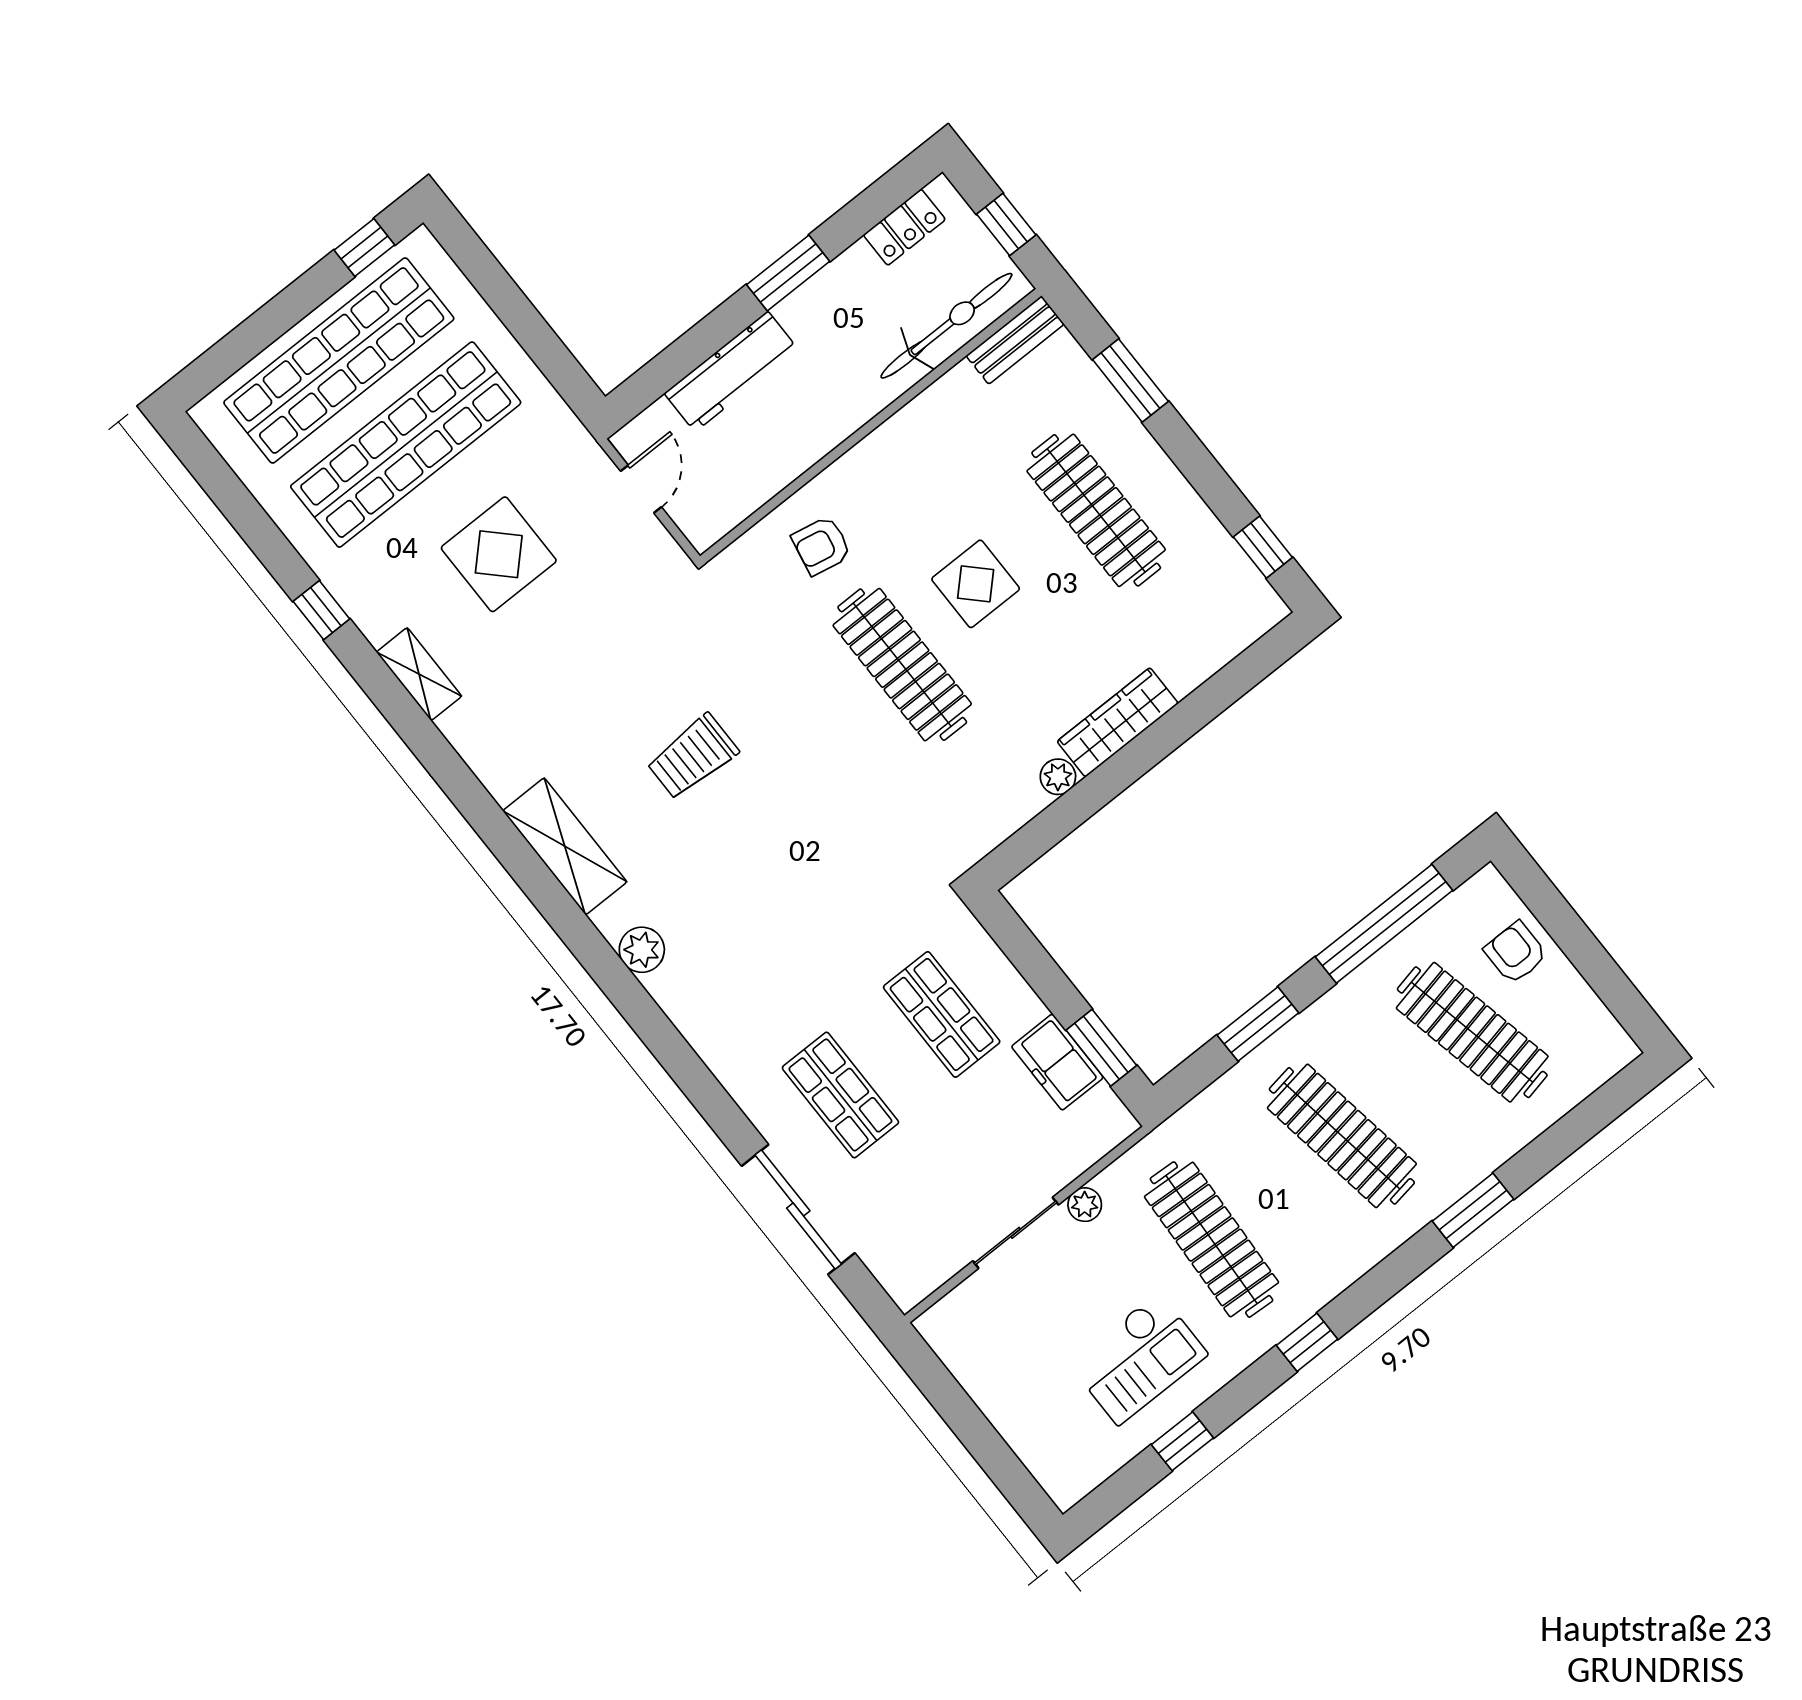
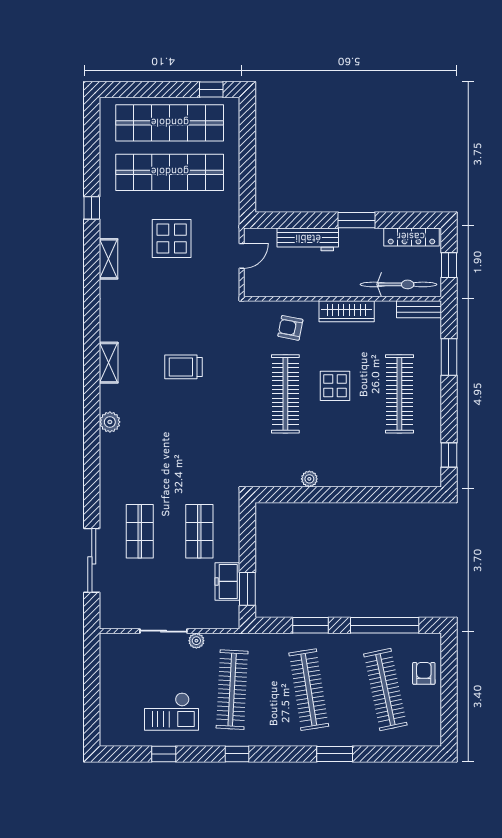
locker: (904, 227) -> (411, 237), width x1.53
wardrobe: (1118, 722) -> (347, 311), moved, turned 180
shelving: (565, 846) -> (109, 363), width x0.67, depth x0.75

